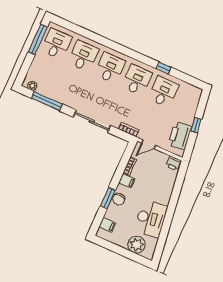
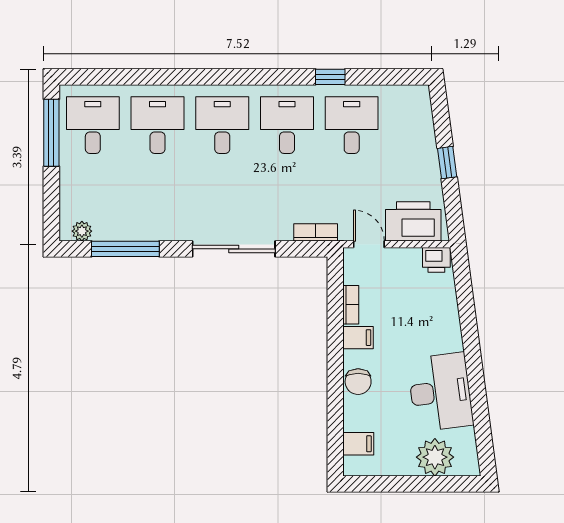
printer: (180, 136) -> (413, 221), moved, turned 98
door: (149, 144) -> (369, 244), swing flipped
window: (108, 198) -> (335, 389), removed

